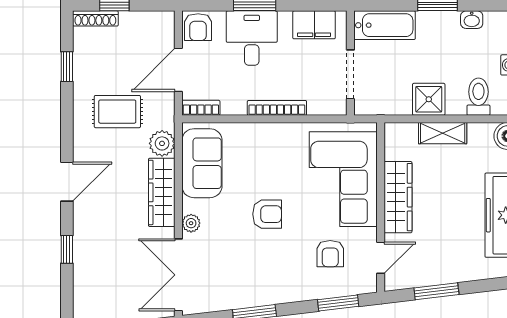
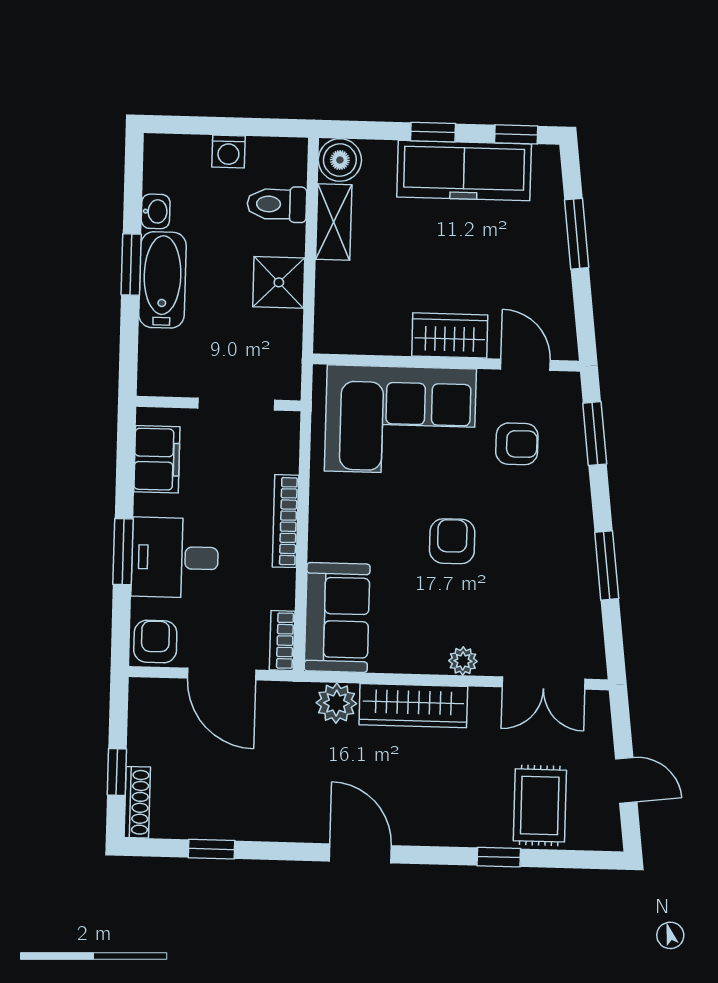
bathtub: (385, 25) -> (162, 280), moved
armchair: (198, 27) -> (155, 641), turned -90
rug: (117, 112) -> (540, 805), moved
shelving: (443, 133) -> (334, 222), moved
sofa: (202, 163) -> (337, 617), moved, turned 90
door: (67, 182) -> (360, 853), moved
wardrobe: (398, 197) -> (450, 335), width x0.67
double door: (178, 275) -> (544, 683), width x0.73
window: (436, 291) -> (577, 234), moved

